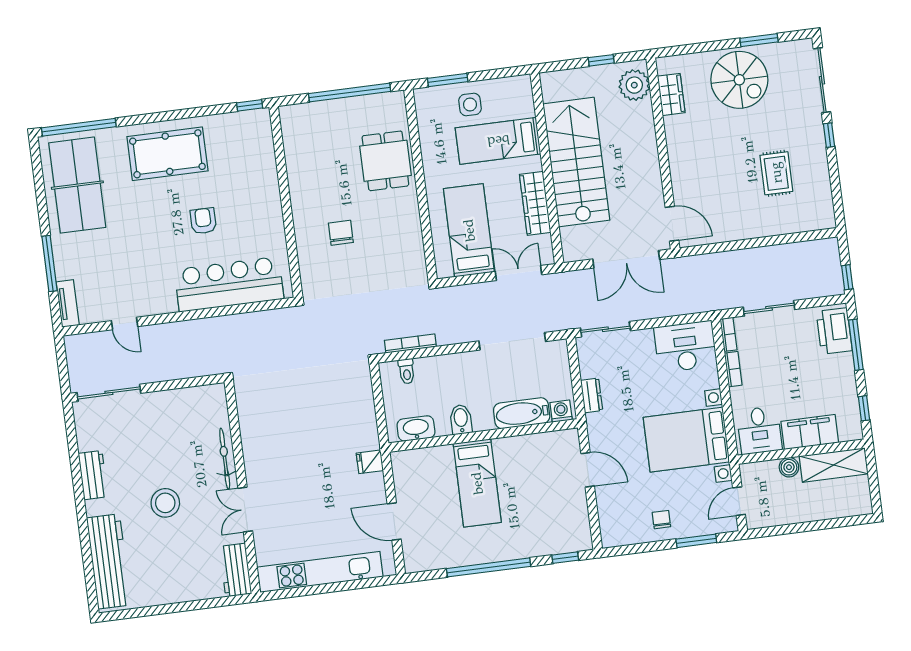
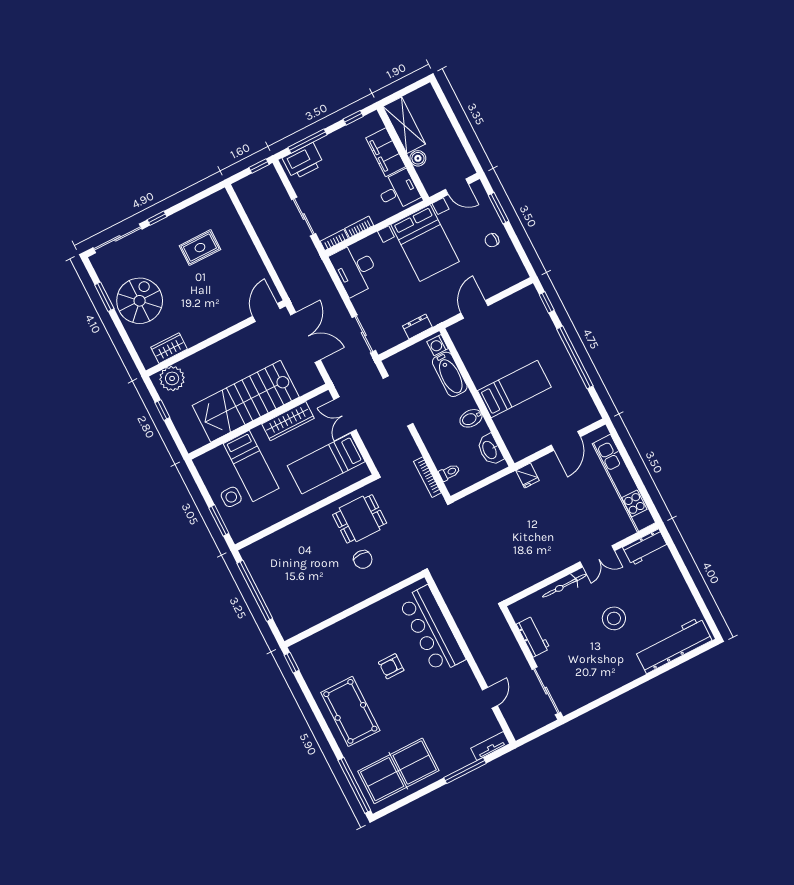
dining table: (385, 161) -> (360, 519), moved
chair: (341, 233) -> (363, 559), turned -90
workbench: (93, 475) -> (533, 636), moved, turned 90

